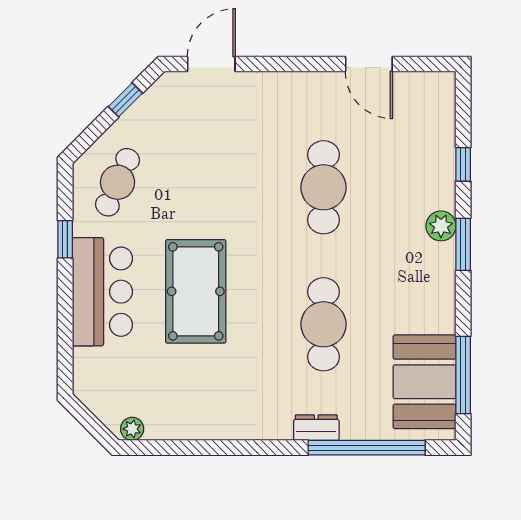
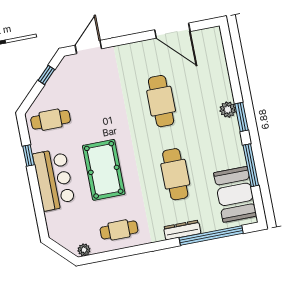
door: (369, 64) -> (172, 31), width x1.36
window: (463, 164) -> (233, 74), removed
cafe table: (118, 182) -> (51, 120), turned 66
window: (463, 375) -> (251, 165), moved
cafe table: (202, 405) -> (119, 230), added
dresser: (316, 428) -> (182, 230), width x1.44

